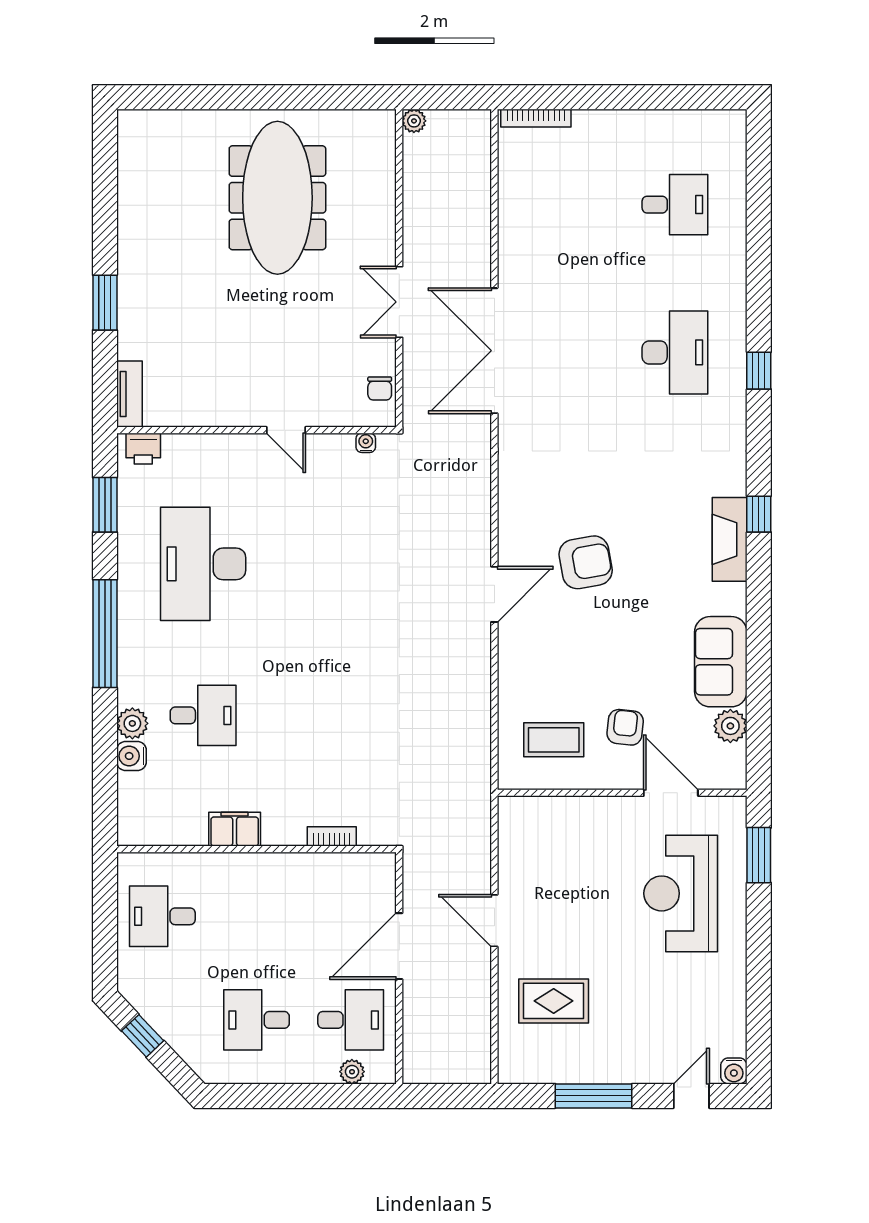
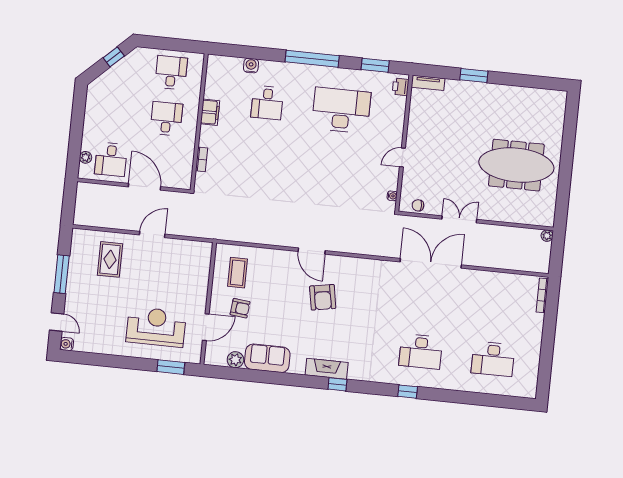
desk: (675, 205) -> (493, 359), width x1.37
plant: (132, 723) -> (267, 68), removed
desk: (257, 1020) -> (166, 119), moved

